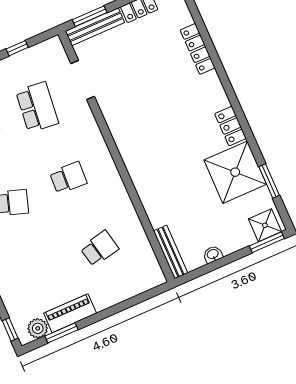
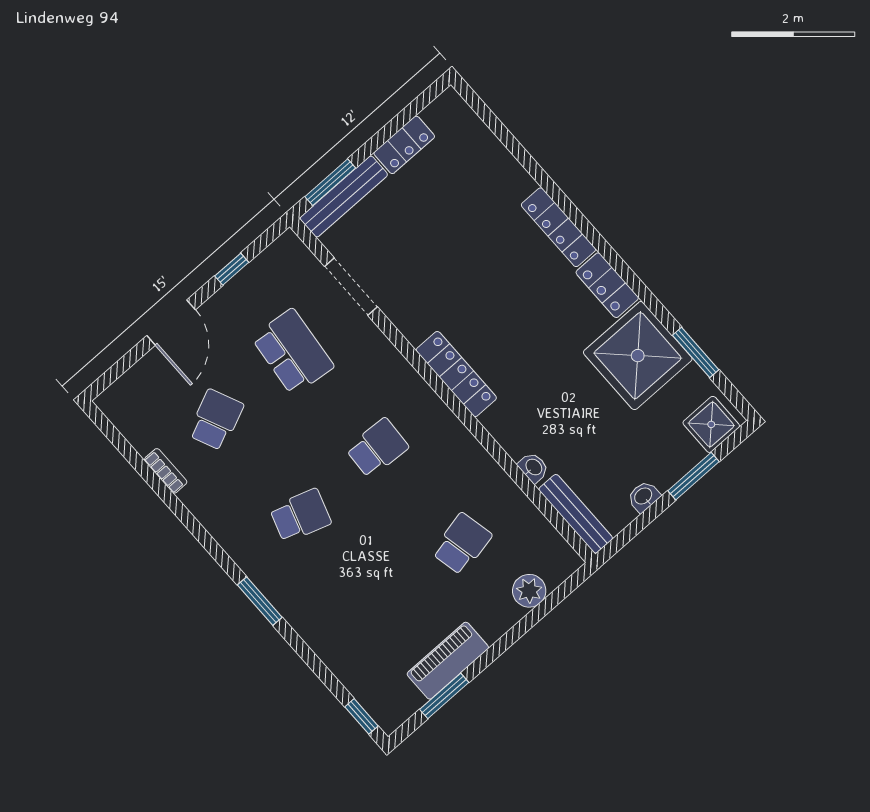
locker: (198, 49) -> (558, 227), moved
locker: (127, 150) -> (456, 374), added
washbasin: (155, 218) -> (533, 467), added
window: (267, 242) -> (694, 476), moved
plant: (38, 328) -> (529, 591), moved

